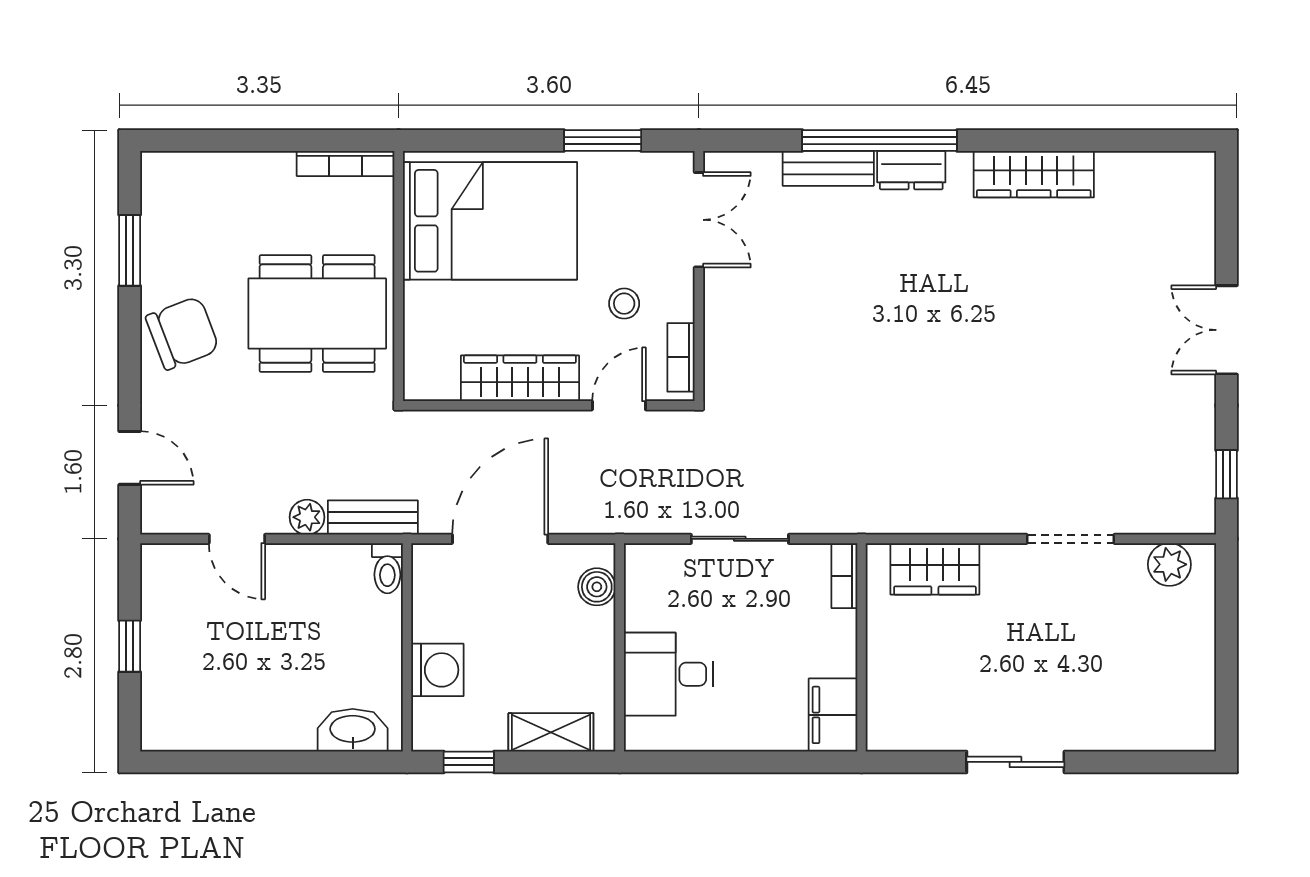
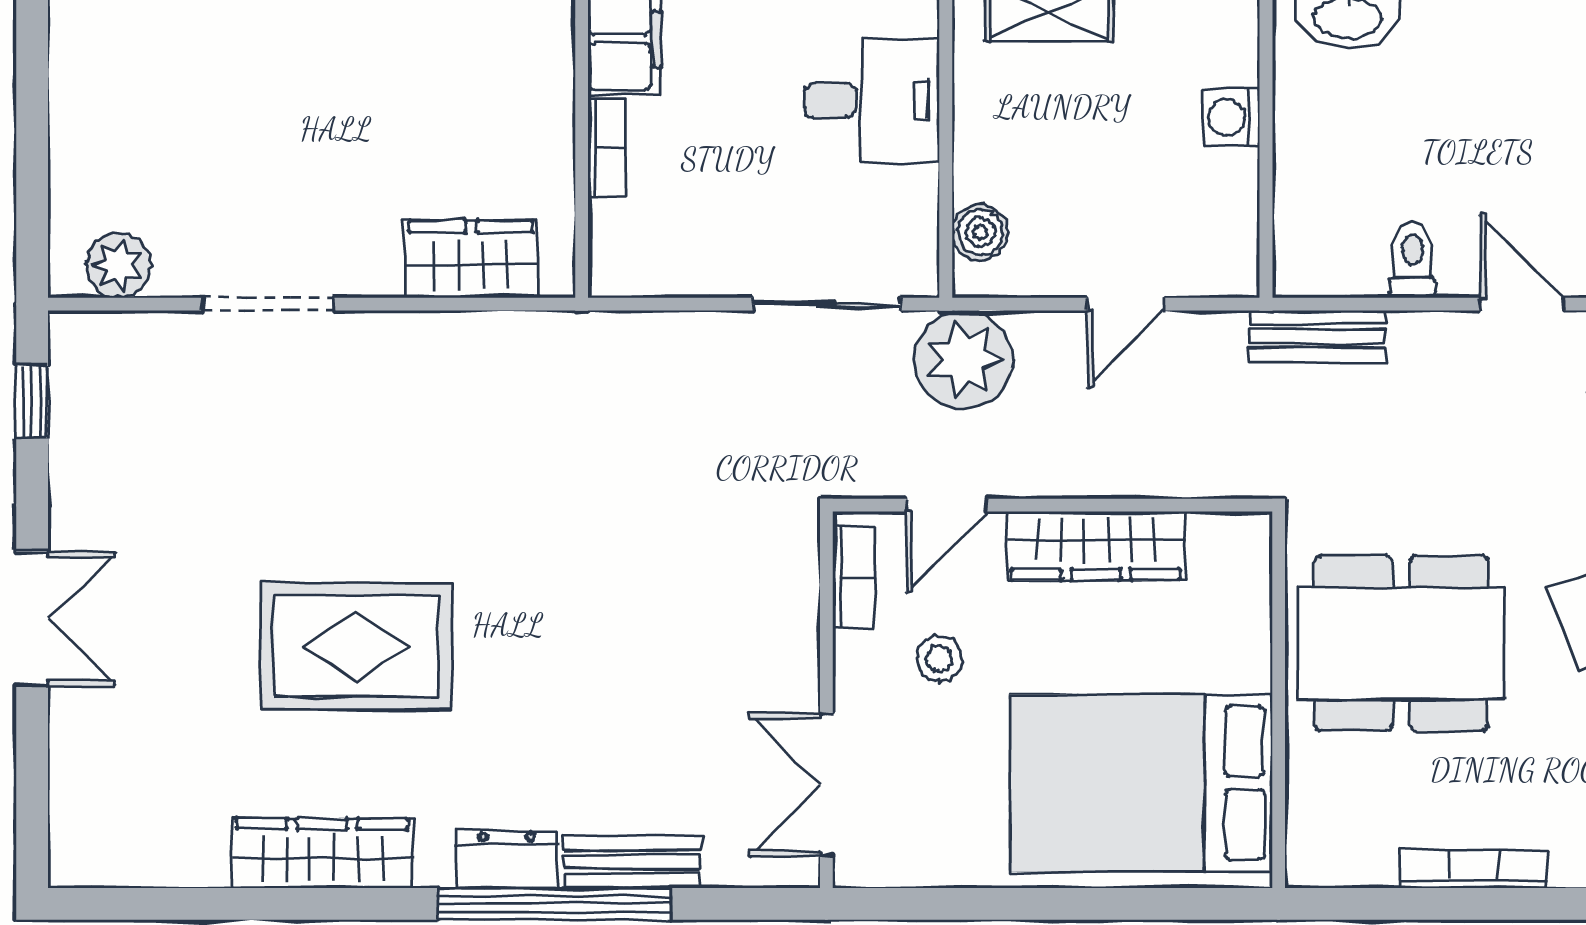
window: (603, 141) -> (972, 904), removed
bookcase: (346, 163) -> (1474, 869), moved
rug: (1011, 312) -> (356, 646), added
plant: (307, 517) -> (963, 360), moved, width x1.88, depth x1.88
door: (500, 539) -> (1126, 304), width x0.53
sliding door: (740, 539) -> (827, 304), moved
toilet: (387, 568) -> (1412, 260), moved
bookcase: (844, 576) -> (607, 148), moved
washing machine: (437, 670) -> (1231, 118), width x0.73, depth x0.73

